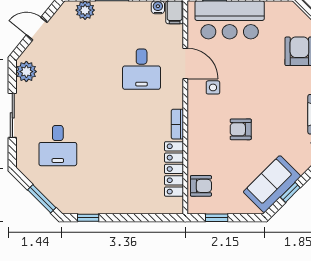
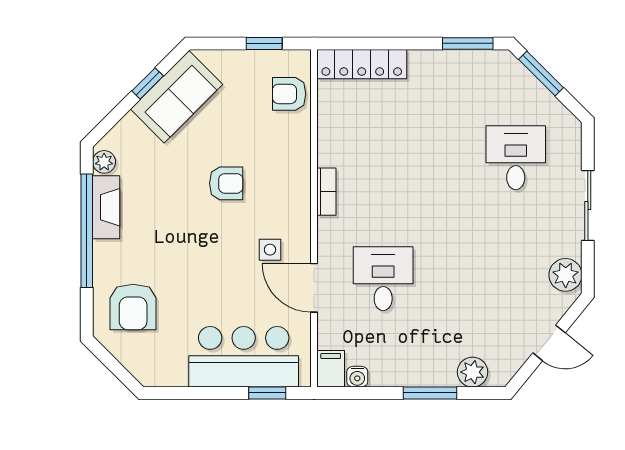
locker: (174, 169) -> (362, 64), moved, turned 90
window: (88, 218) -> (468, 43), width x1.50

